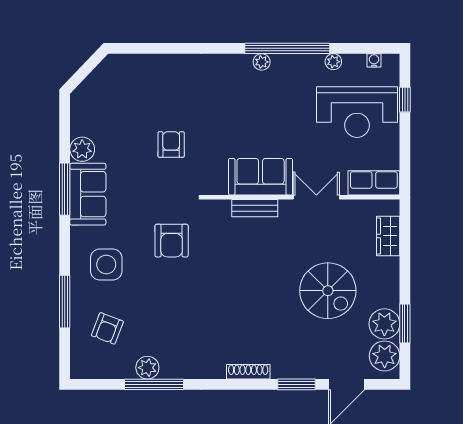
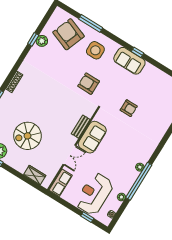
plant: (82, 149) -> (150, 70), removed
window: (65, 189) -> (137, 52), width x0.46
armchair: (107, 328) -> (68, 34), width x1.88, depth x1.88
window: (154, 384) -> (33, 39), width x0.46

